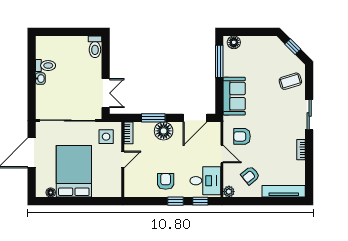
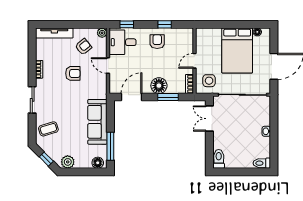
plant: (268, 43) -> (68, 162), added
toilet: (45, 66) -> (262, 163), moved
sofa: (234, 96) -> (97, 122), width x1.36
armchair: (242, 136) -> (73, 73), moved
armchair: (166, 181) -> (157, 42), turned 180
window: (176, 201) -> (165, 24), moved

